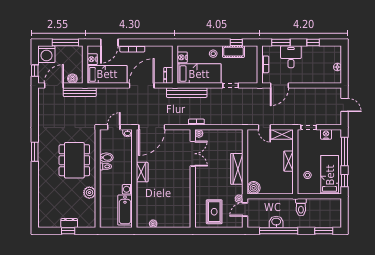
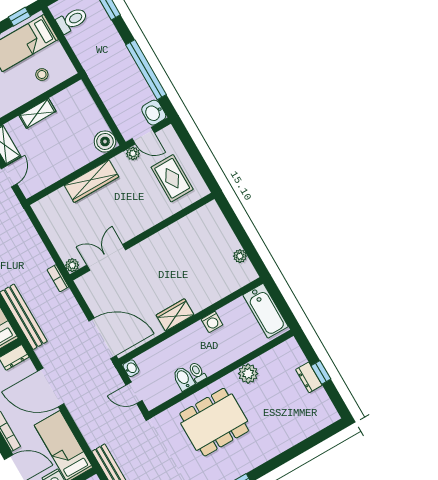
toilet: (301, 207) -> (72, 20), moved
bathtub: (125, 210) -> (266, 311), moved, turned 90
rug: (214, 212) -> (172, 178), turned 90
washbasin: (276, 222) -> (154, 113), moved

